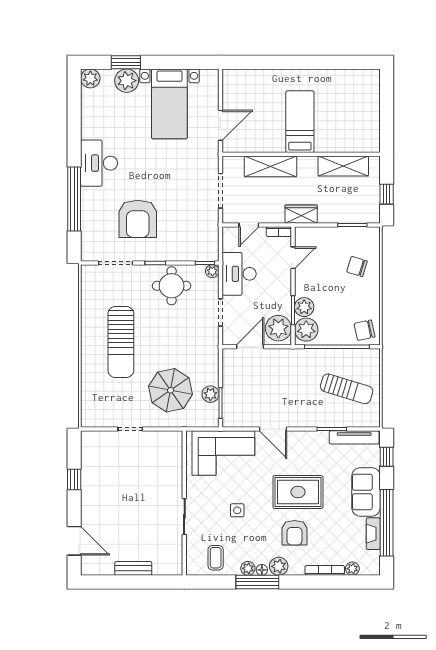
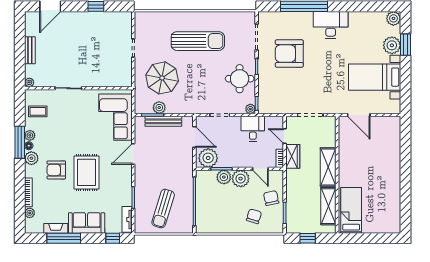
bed: (300, 122) -> (351, 210), moved, turned -90
shelving: (270, 166) -> (328, 167), moved
wardrobe: (301, 214) -> (293, 156), moved
desk: (239, 274) -> (253, 129), width x0.73
plant: (306, 330) -> (241, 179), moved
chair: (364, 330) -> (271, 198), moved
sun lounger: (121, 342) -> (198, 41), turned 180
bench: (229, 388) -> (163, 121), added
tv unit: (354, 437) -> (127, 219), width x0.71
side table: (237, 510) -> (73, 127), removed
window: (387, 523) -> (64, 238), width x0.68
plant: (177, 569) -> (29, 82), added

